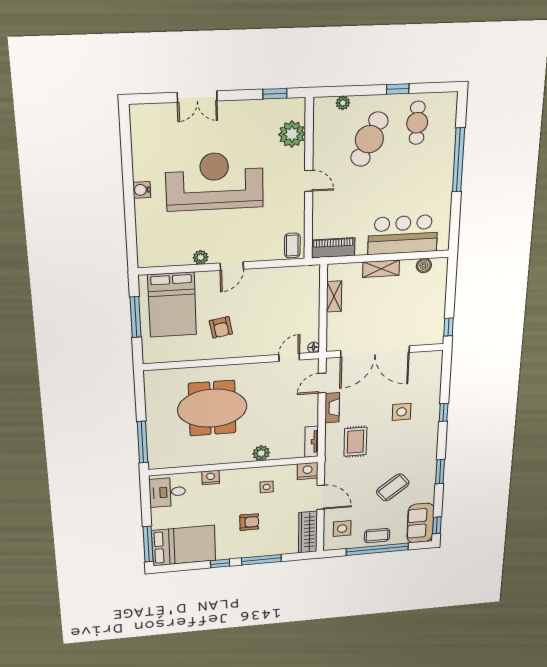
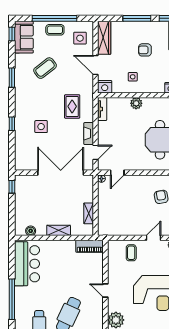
bar counter: (403, 235) -> (27, 264), moved, turned -90
coffee table: (292, 245) -> (131, 253), moved

